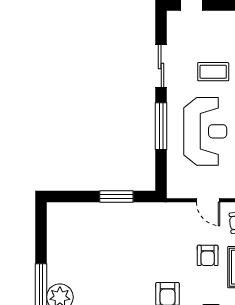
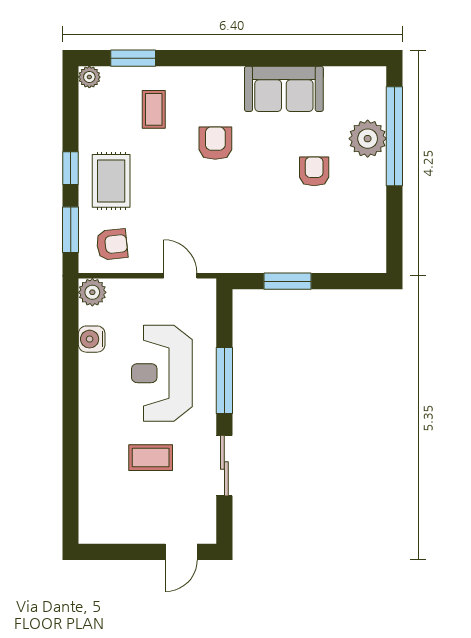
door: (208, 200) -> (180, 276), moved
armchair: (208, 255) -> (314, 171), moved

